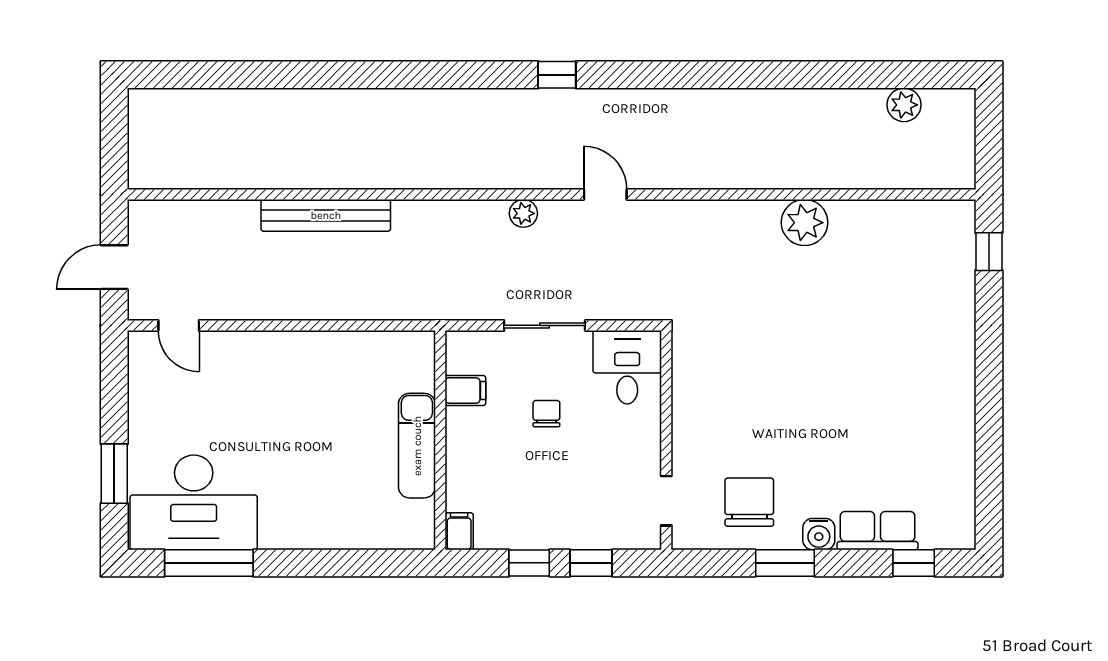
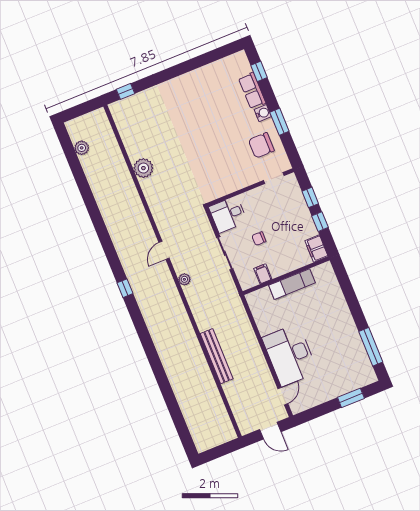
desk: (194, 502) -> (290, 355), moved, turned 180
filing cabinet: (459, 531) -> (317, 249), width x2.00

